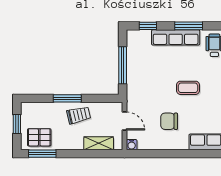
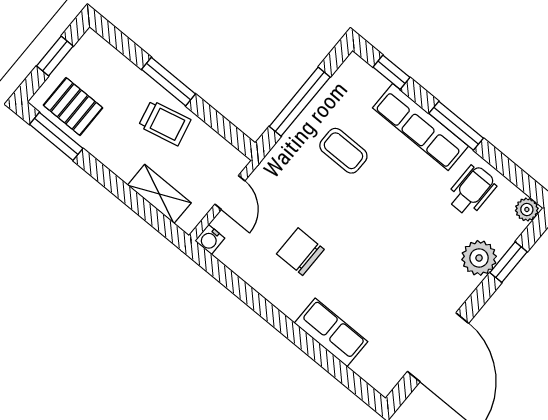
coffee table: (188, 88) -> (343, 151), moved

